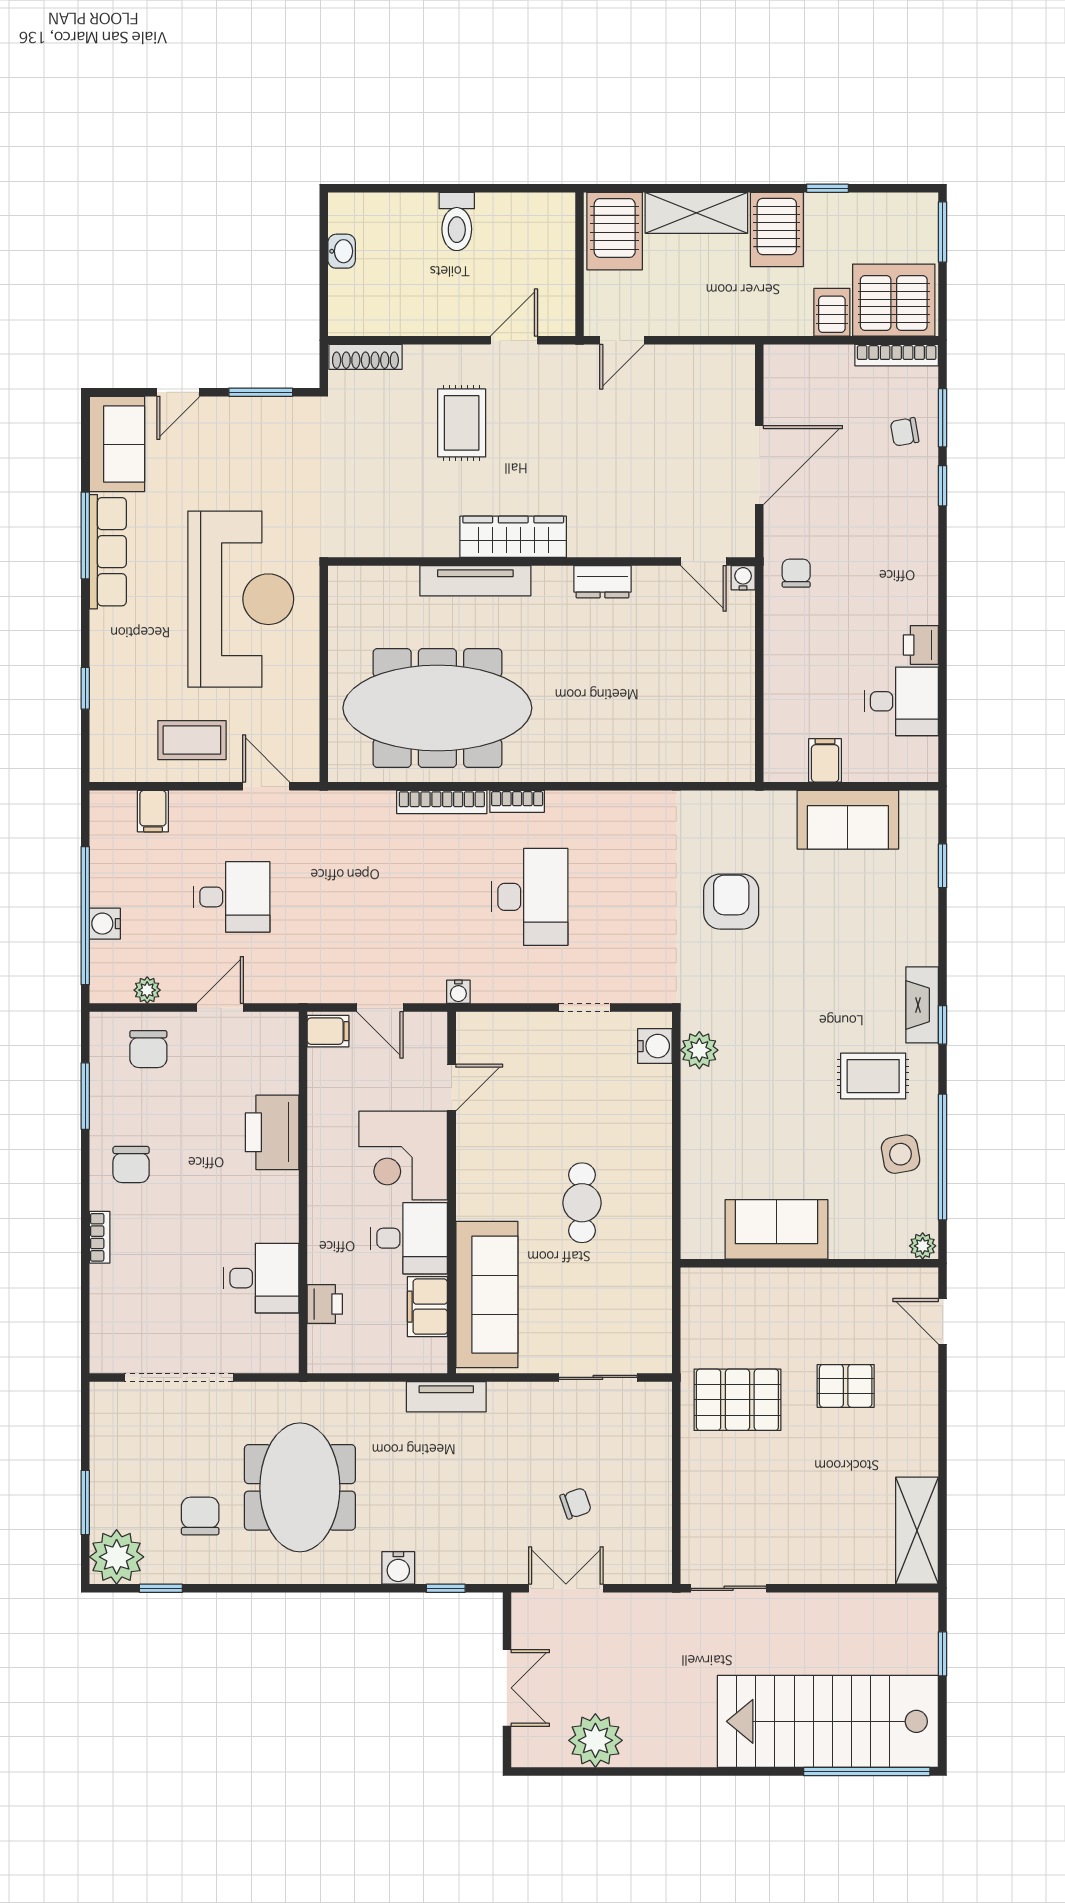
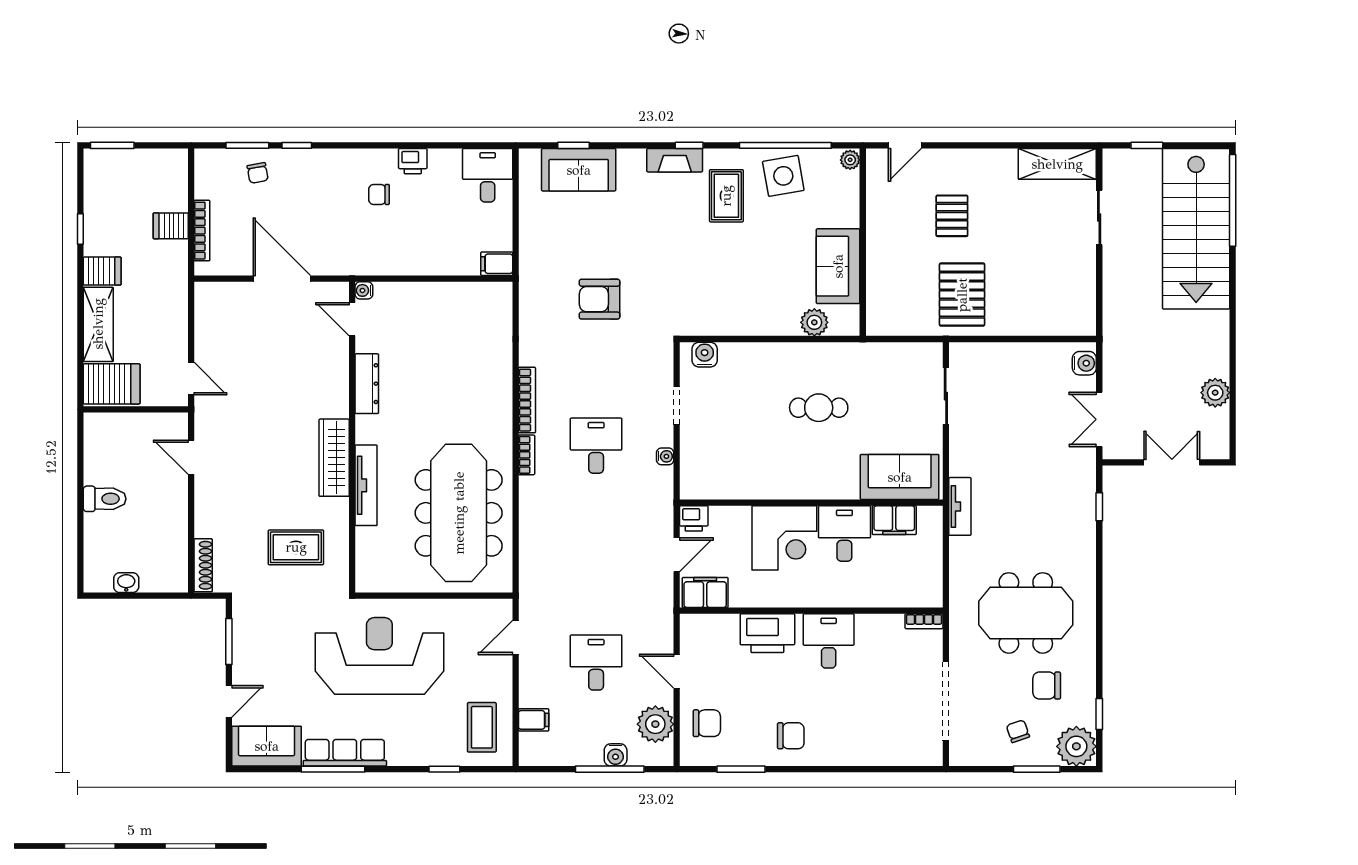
server rack: (777, 229) -> (102, 271), width x0.73, depth x0.70
server rack: (894, 300) -> (162, 181), removed
bookcase: (897, 355) -> (202, 231), moved
door: (178, 392) -> (229, 701), hinge flipped
rug: (462, 423) -> (296, 547), moved
door: (703, 562) -> (352, 319), swing flipped
chair: (796, 573) -> (379, 194), moved
dresser: (602, 582) -> (367, 384), width x1.44
desk: (901, 701) -> (488, 175), moved
coffee table: (192, 740) -> (482, 727), moved
filing cabinet: (825, 760) -> (497, 264), moved
bookcase: (442, 802) -> (527, 400), moved
sofa: (848, 820) -> (579, 170), moved, turned 90
desk: (530, 897) -> (596, 446), width x0.73
window: (85, 916) -> (610, 769), width x0.68
plant: (147, 990) -> (655, 724), width x1.87, depth x1.87
water cooler: (458, 992) -> (665, 456), moved
filing cabinet: (328, 1031) -> (705, 593), width x2.00
plant: (699, 1050) -> (814, 322), moved
door: (452, 1087) -> (735, 503), removed
side table: (901, 1154) -> (783, 176), width x1.37, depth x1.37
bookcase: (100, 1237) -> (924, 621), moved, turned 180
desk: (261, 1278) -> (829, 641), moved
sofa: (487, 1295) -> (900, 477), width x0.73
printer: (325, 1304) -> (694, 518), moved, turned 180
chair: (576, 1503) -> (1018, 731), moved
water cooler: (398, 1568) -> (1084, 363), moved
sliding door: (729, 1588) -> (1099, 217), moved
plant: (595, 1740) -> (1215, 393), width x0.73, depth x0.73

